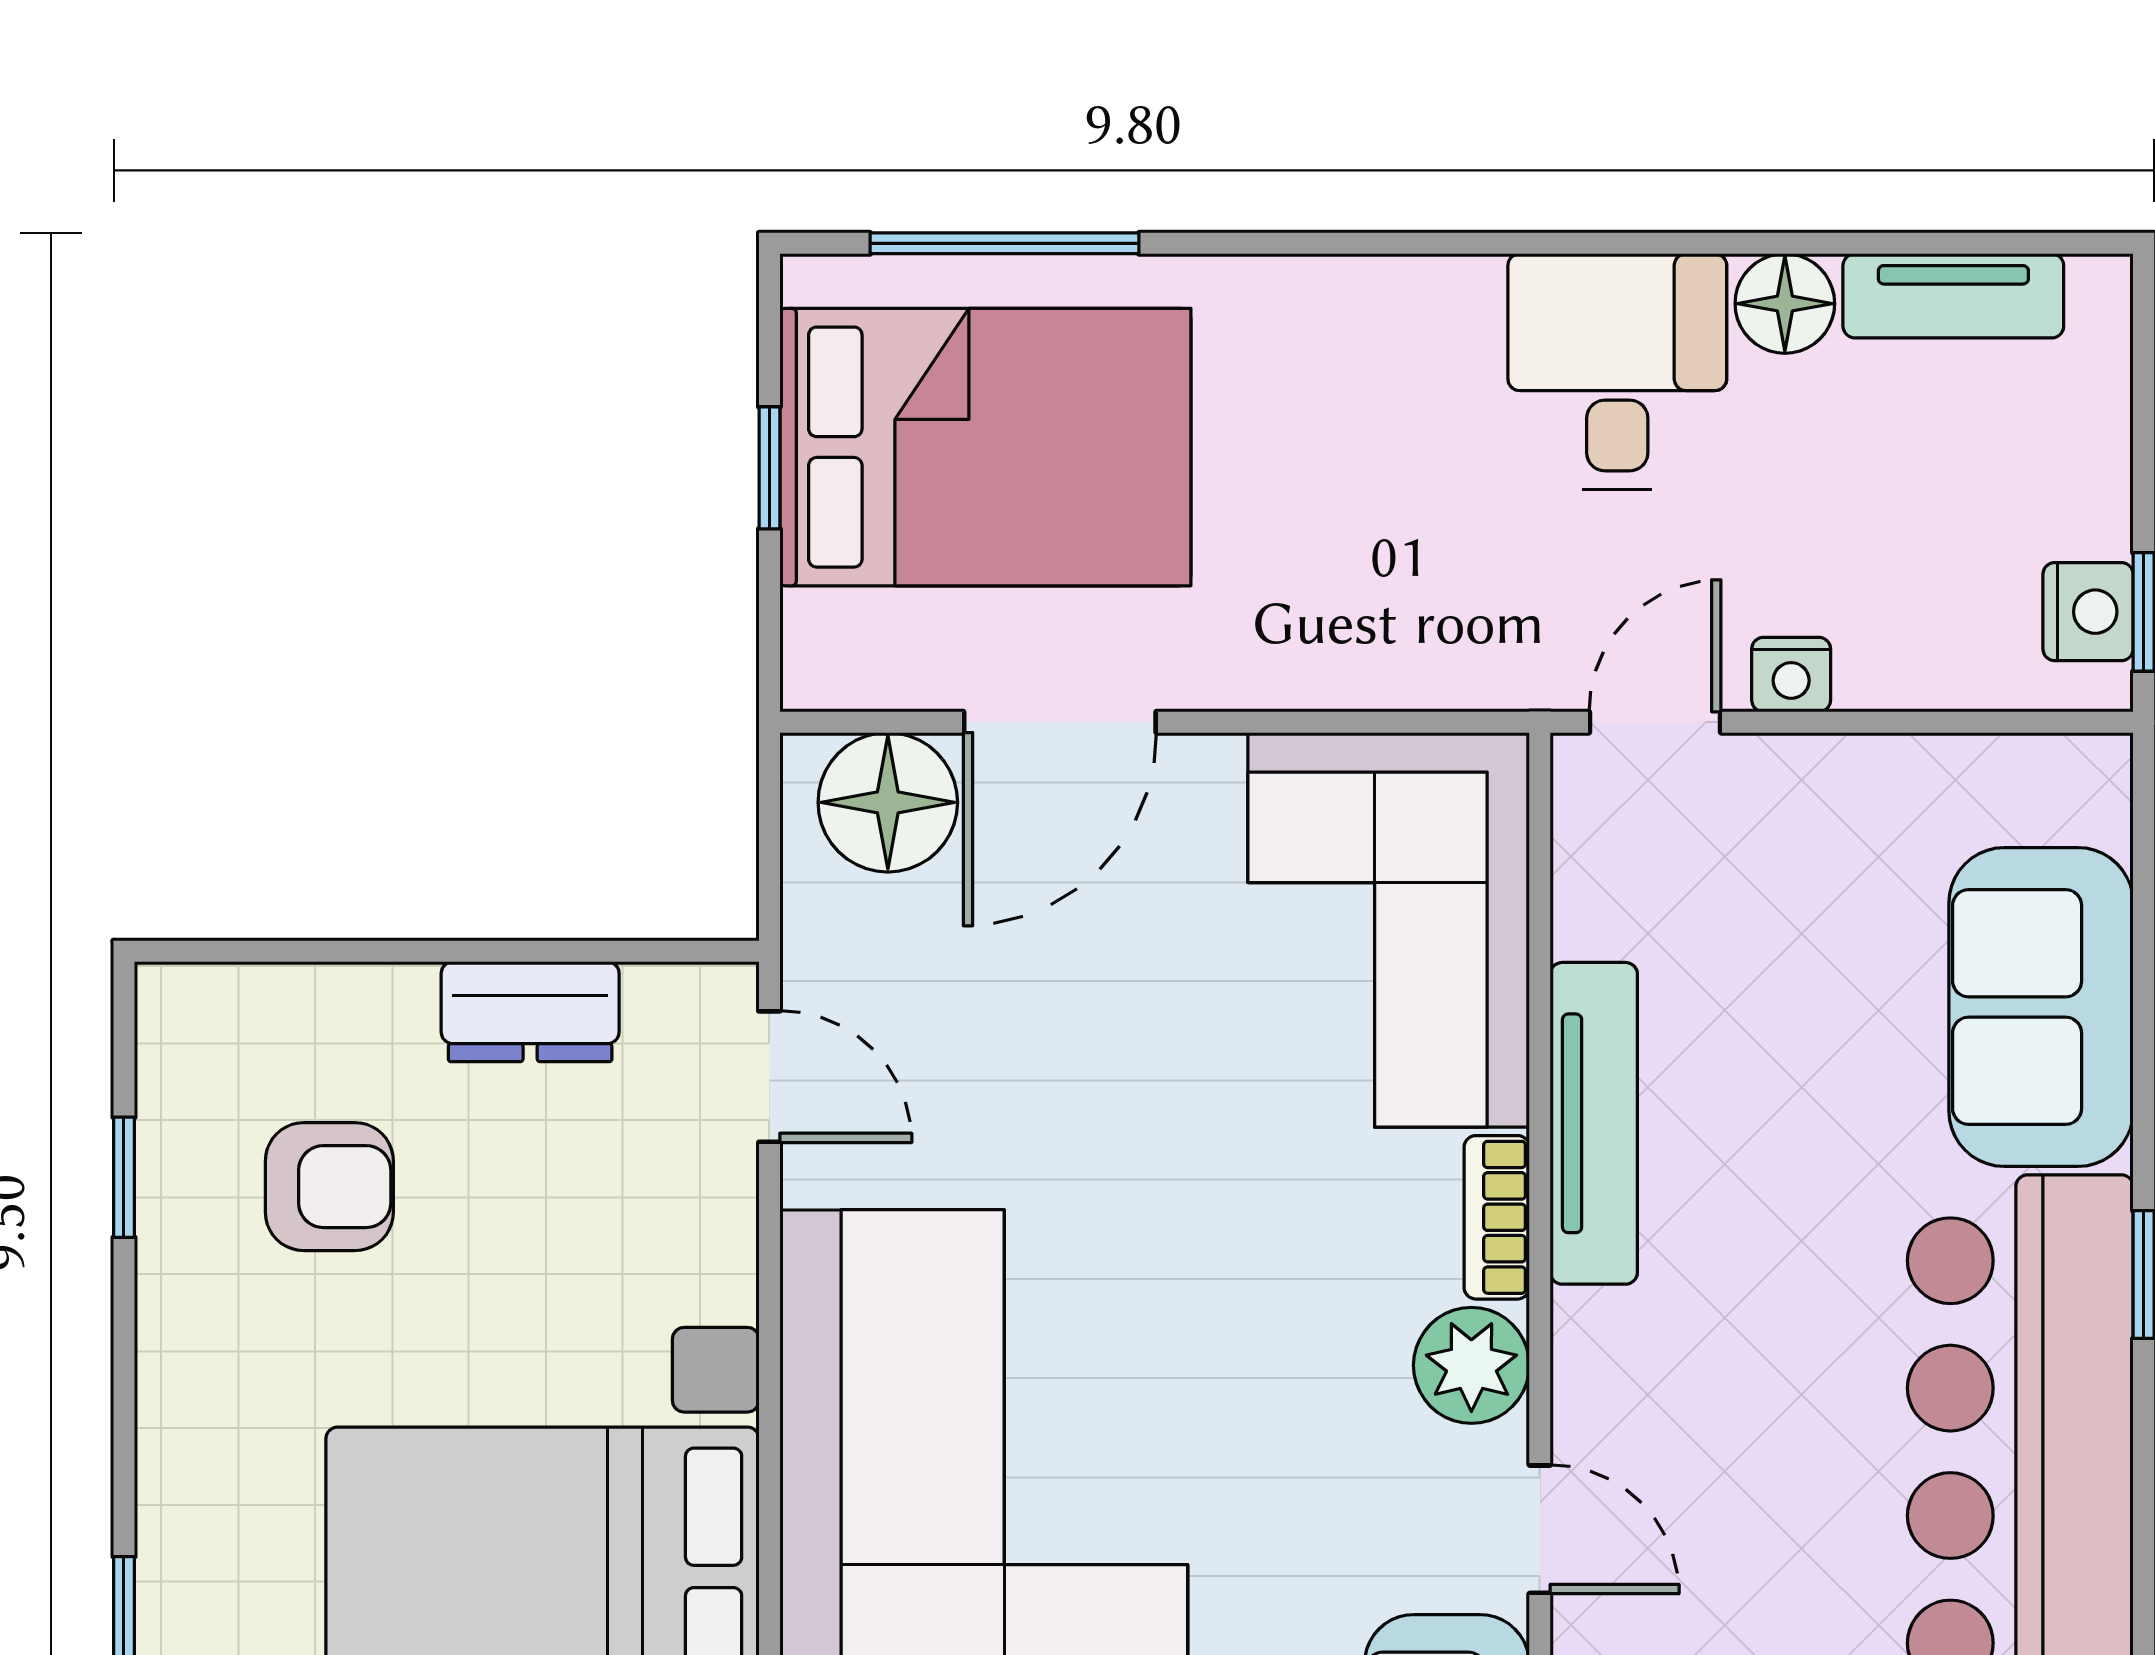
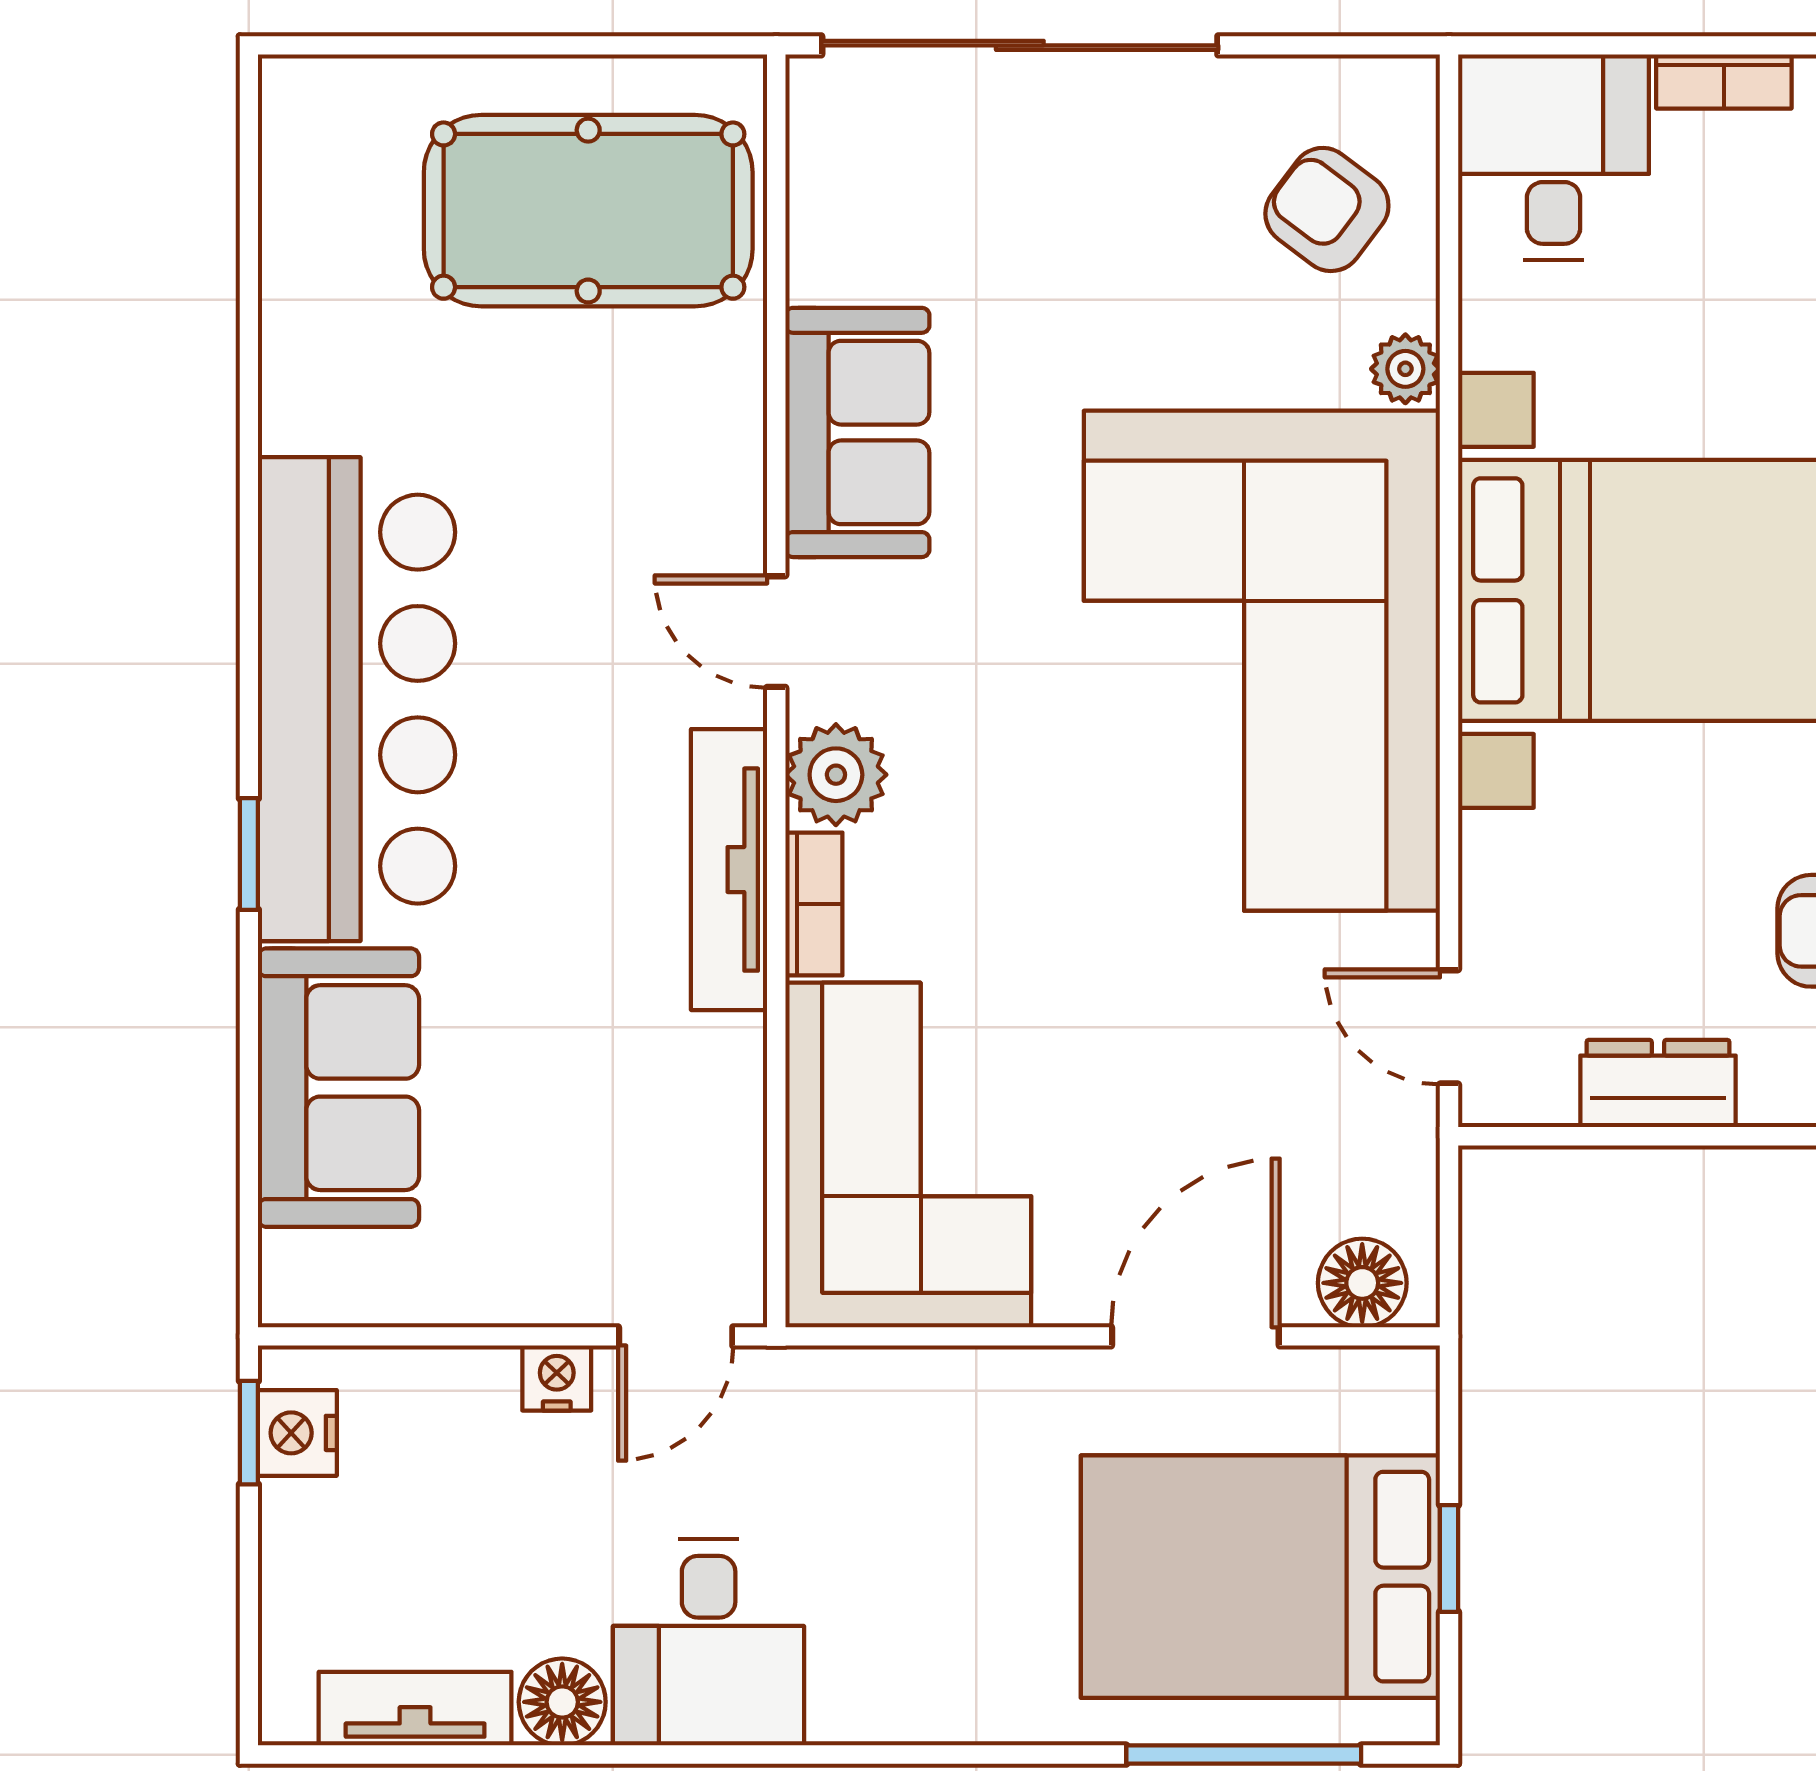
floor lamp: (888, 802) -> (1362, 1283), width x0.73, depth x0.73
tv unit: (1594, 1123) -> (729, 870), moved

